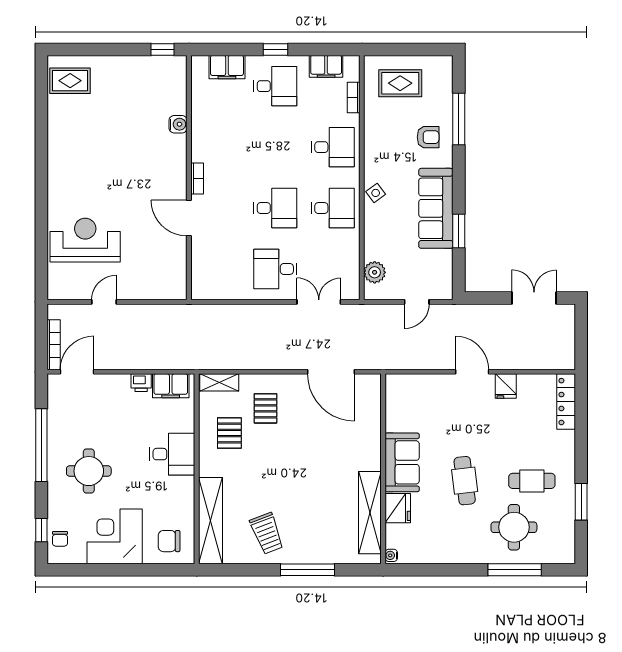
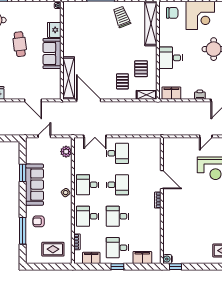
water cooler: (178, 124) -> (168, 259), moved
desk: (275, 147) -> (117, 216), added
desk: (275, 208) -> (117, 185), turned 180
door: (472, 372) -> (33, 100), moved
printer: (141, 383) -> (200, 95), moved
shelving: (370, 513) -> (69, 78), moved

